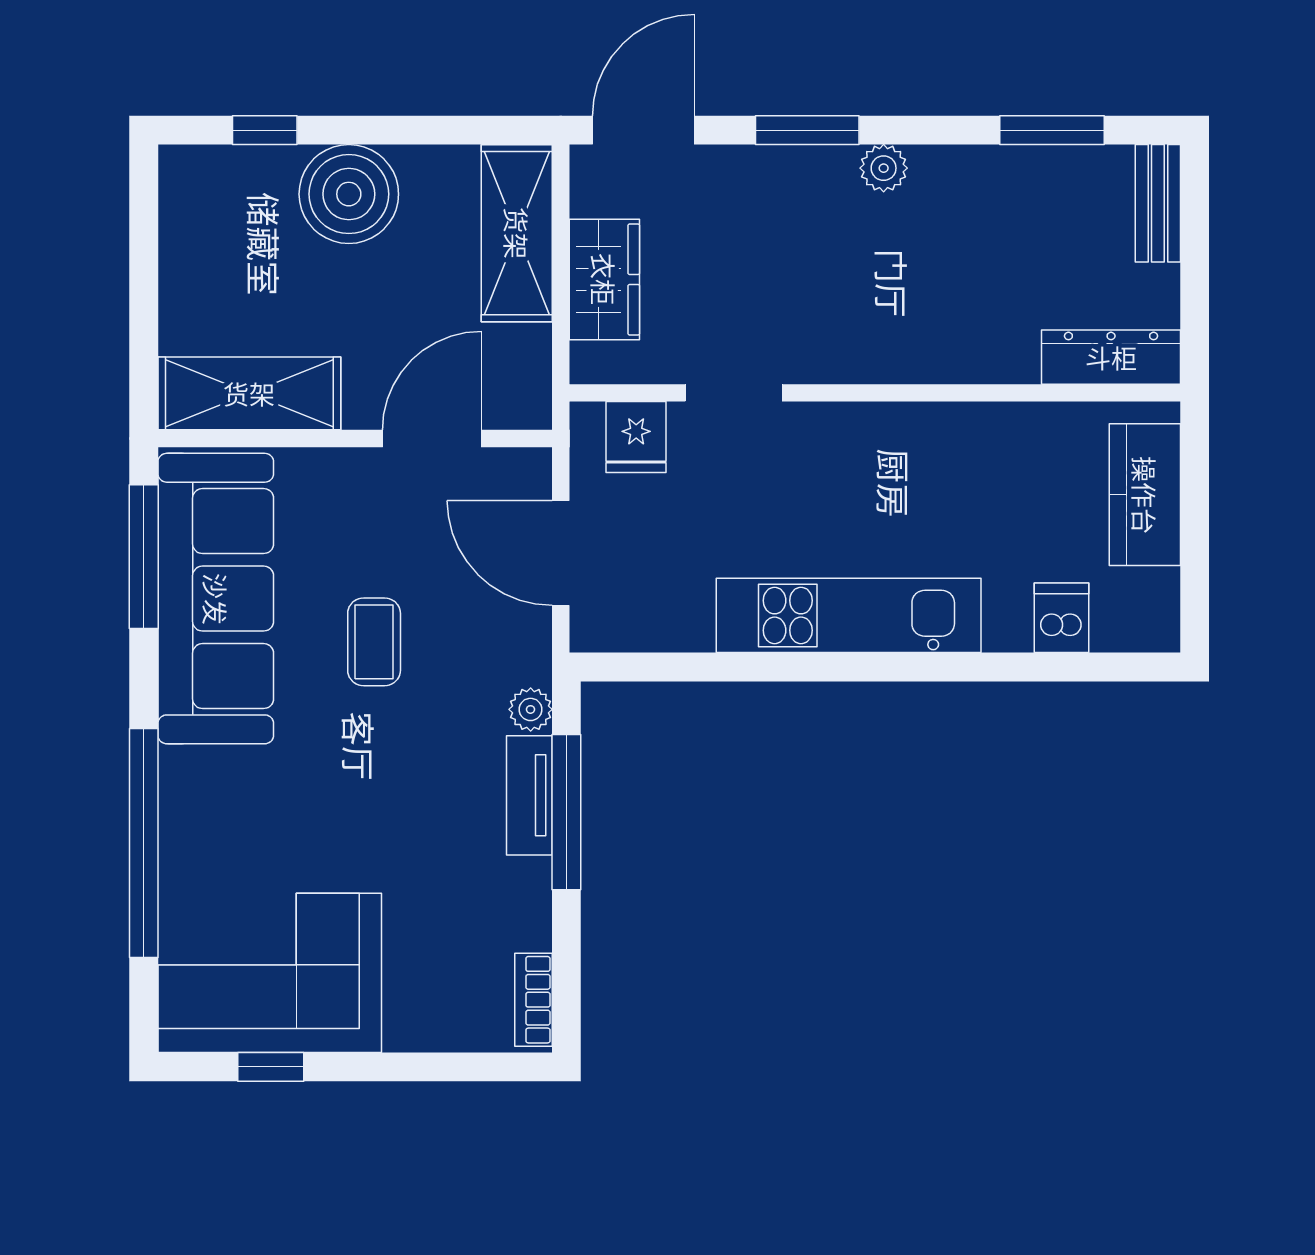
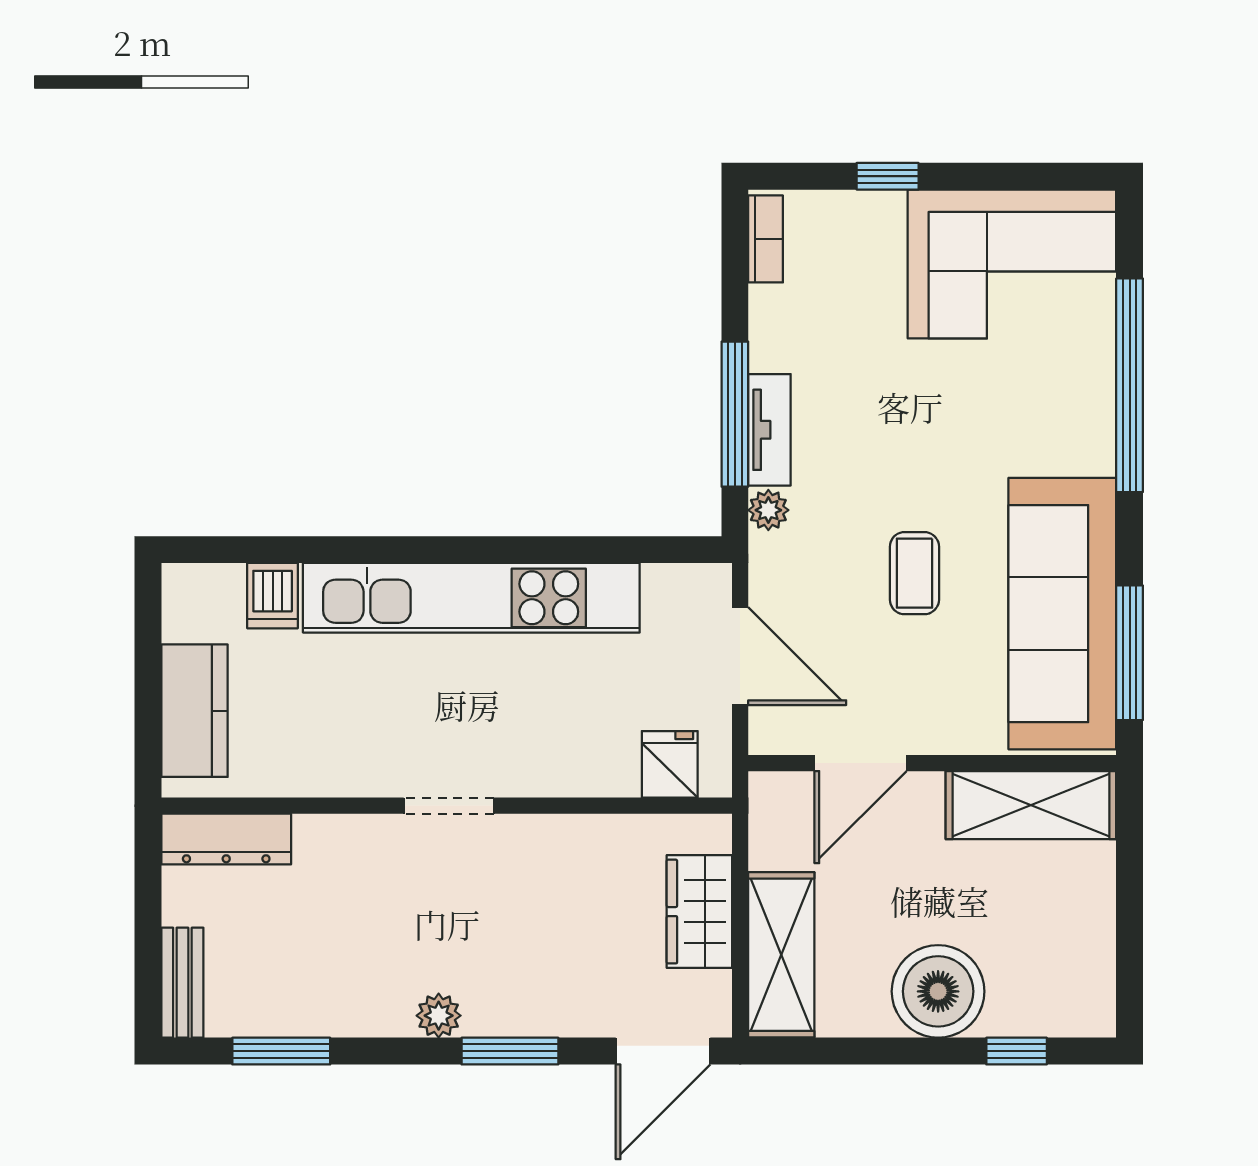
doorway: (734, 393) -> (449, 806), moved
kitchen unit: (849, 615) -> (471, 598), width x1.36
window: (271, 1067) -> (888, 176), moved

